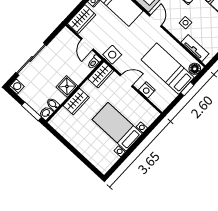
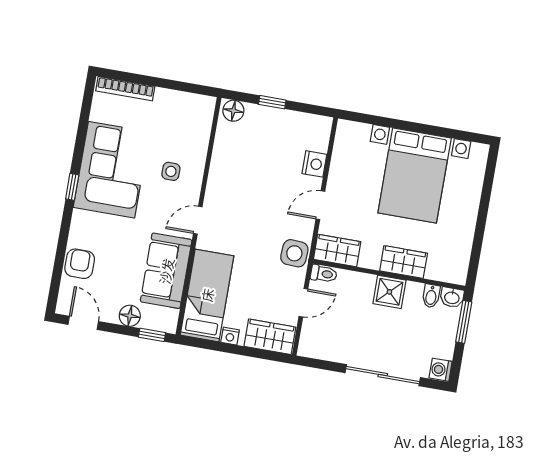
tv unit: (195, 48) -> (201, 131), removed
bed: (168, 69) -> (260, 153), removed
door: (126, 81) -> (320, 205), hinge flipped
bed with nightstands: (117, 127) -> (415, 175), width x1.36

